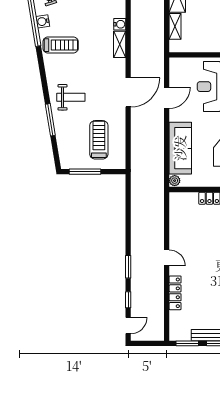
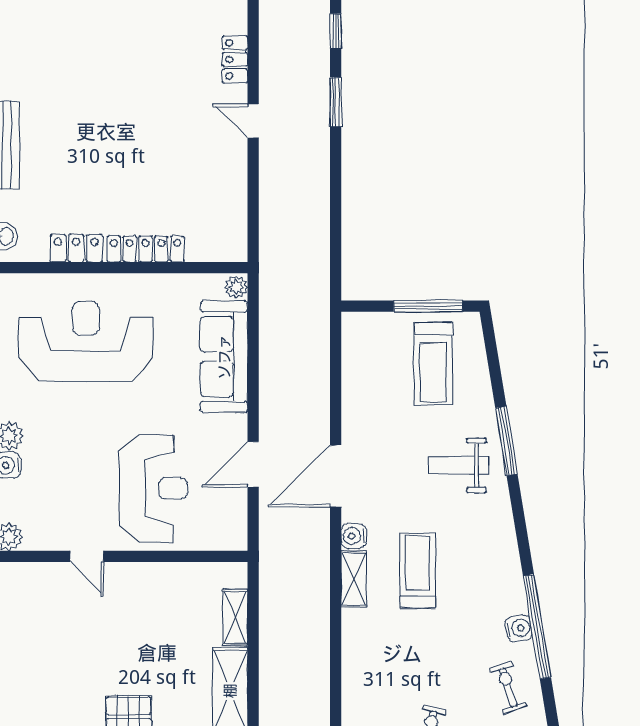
water cooler: (120, 24) -> (354, 536), moved
treadmill: (61, 45) -> (418, 571), moved, turned 90
window: (50, 120) -> (506, 441), moved
treadmill: (99, 140) -> (433, 364), moved
locker: (175, 293) -> (235, 59), width x0.66

